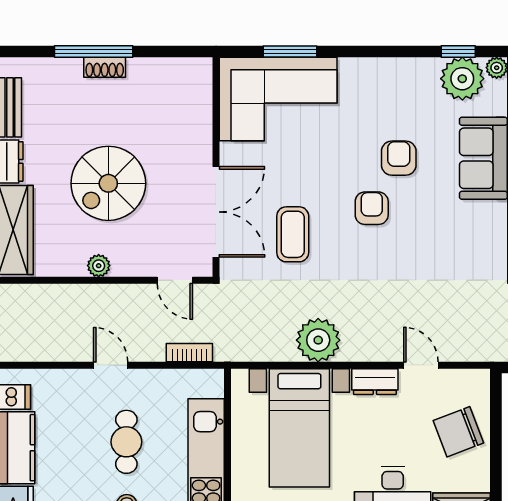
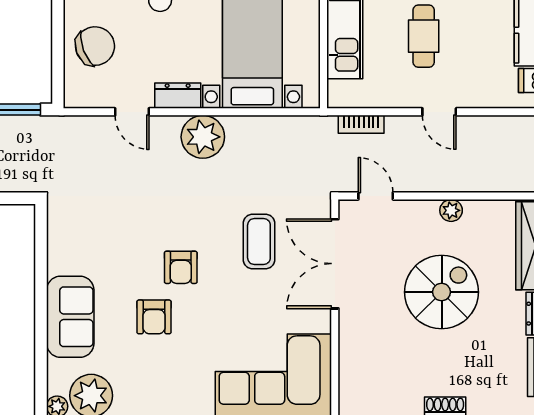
plant: (318, 340) -> (203, 137), moved

